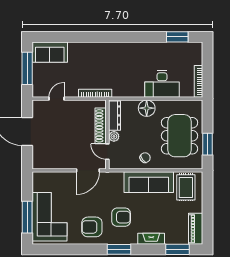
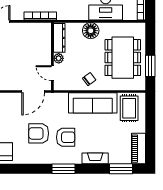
shoe rack: (101, 126) -> (46, 48), removed
armchair: (92, 227) -> (39, 133), moved

